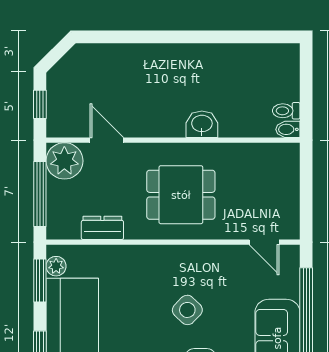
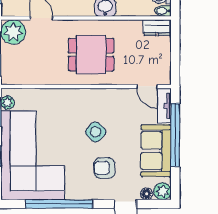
dresser: (102, 228) -> (157, 28), moved, turned 180
tv unit: (290, 271) -> (164, 106), added

